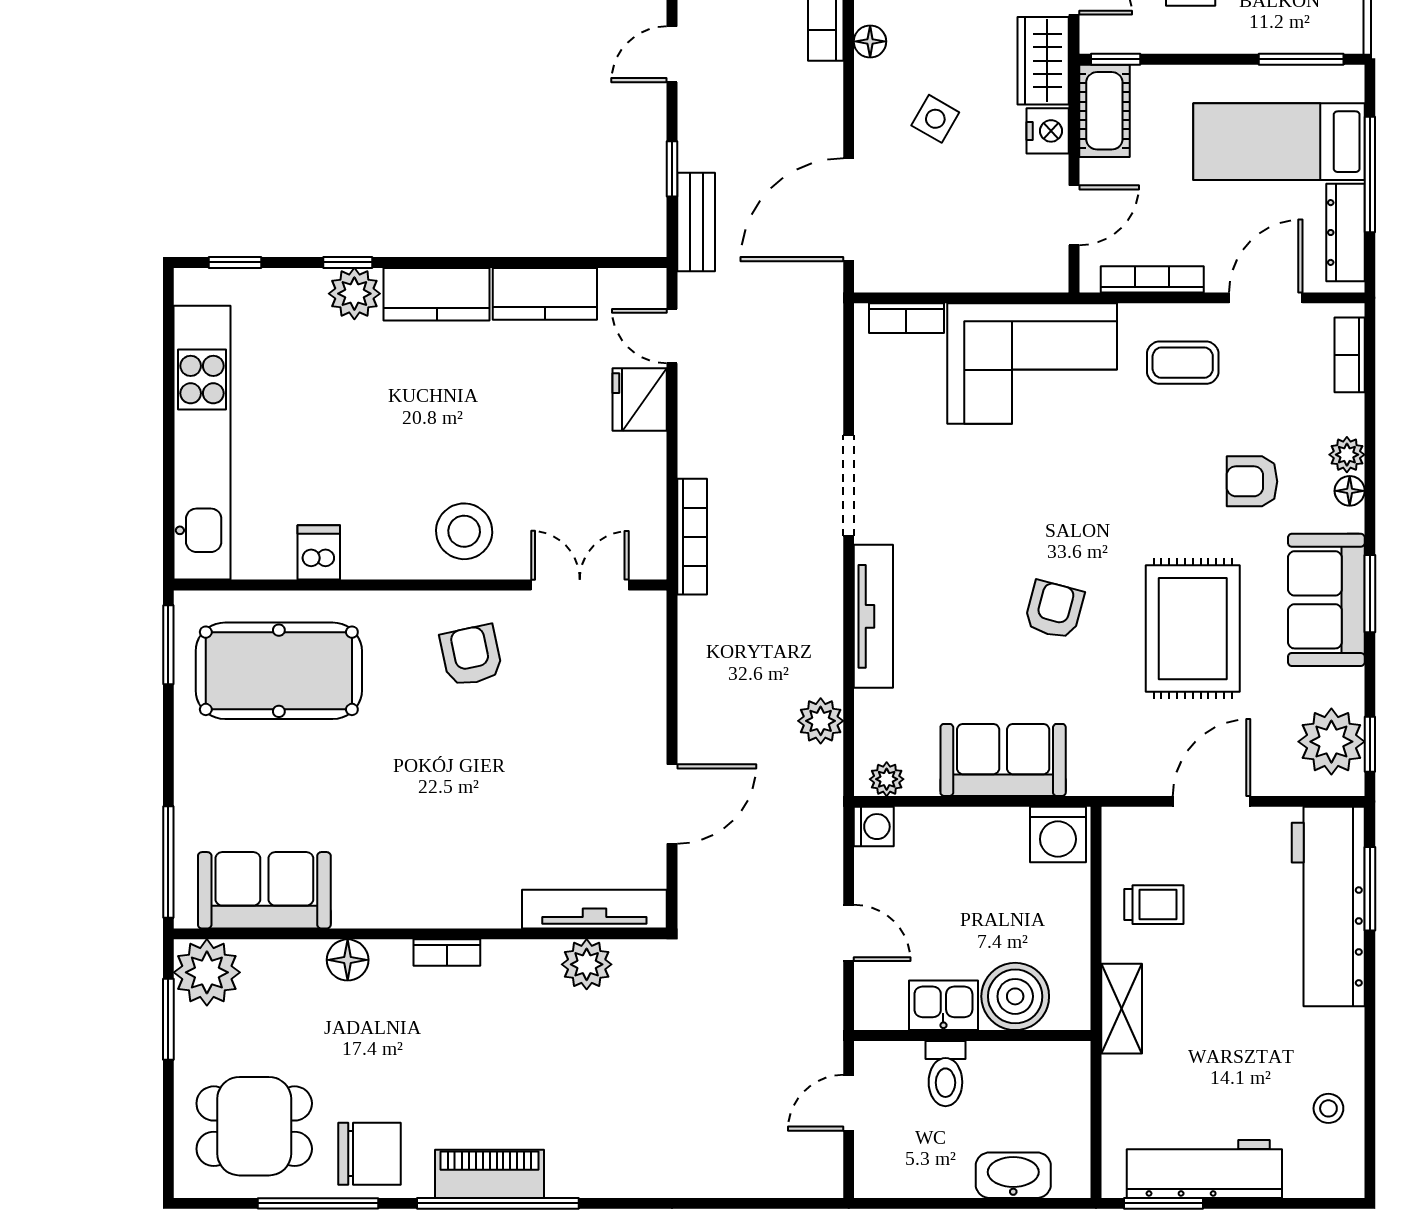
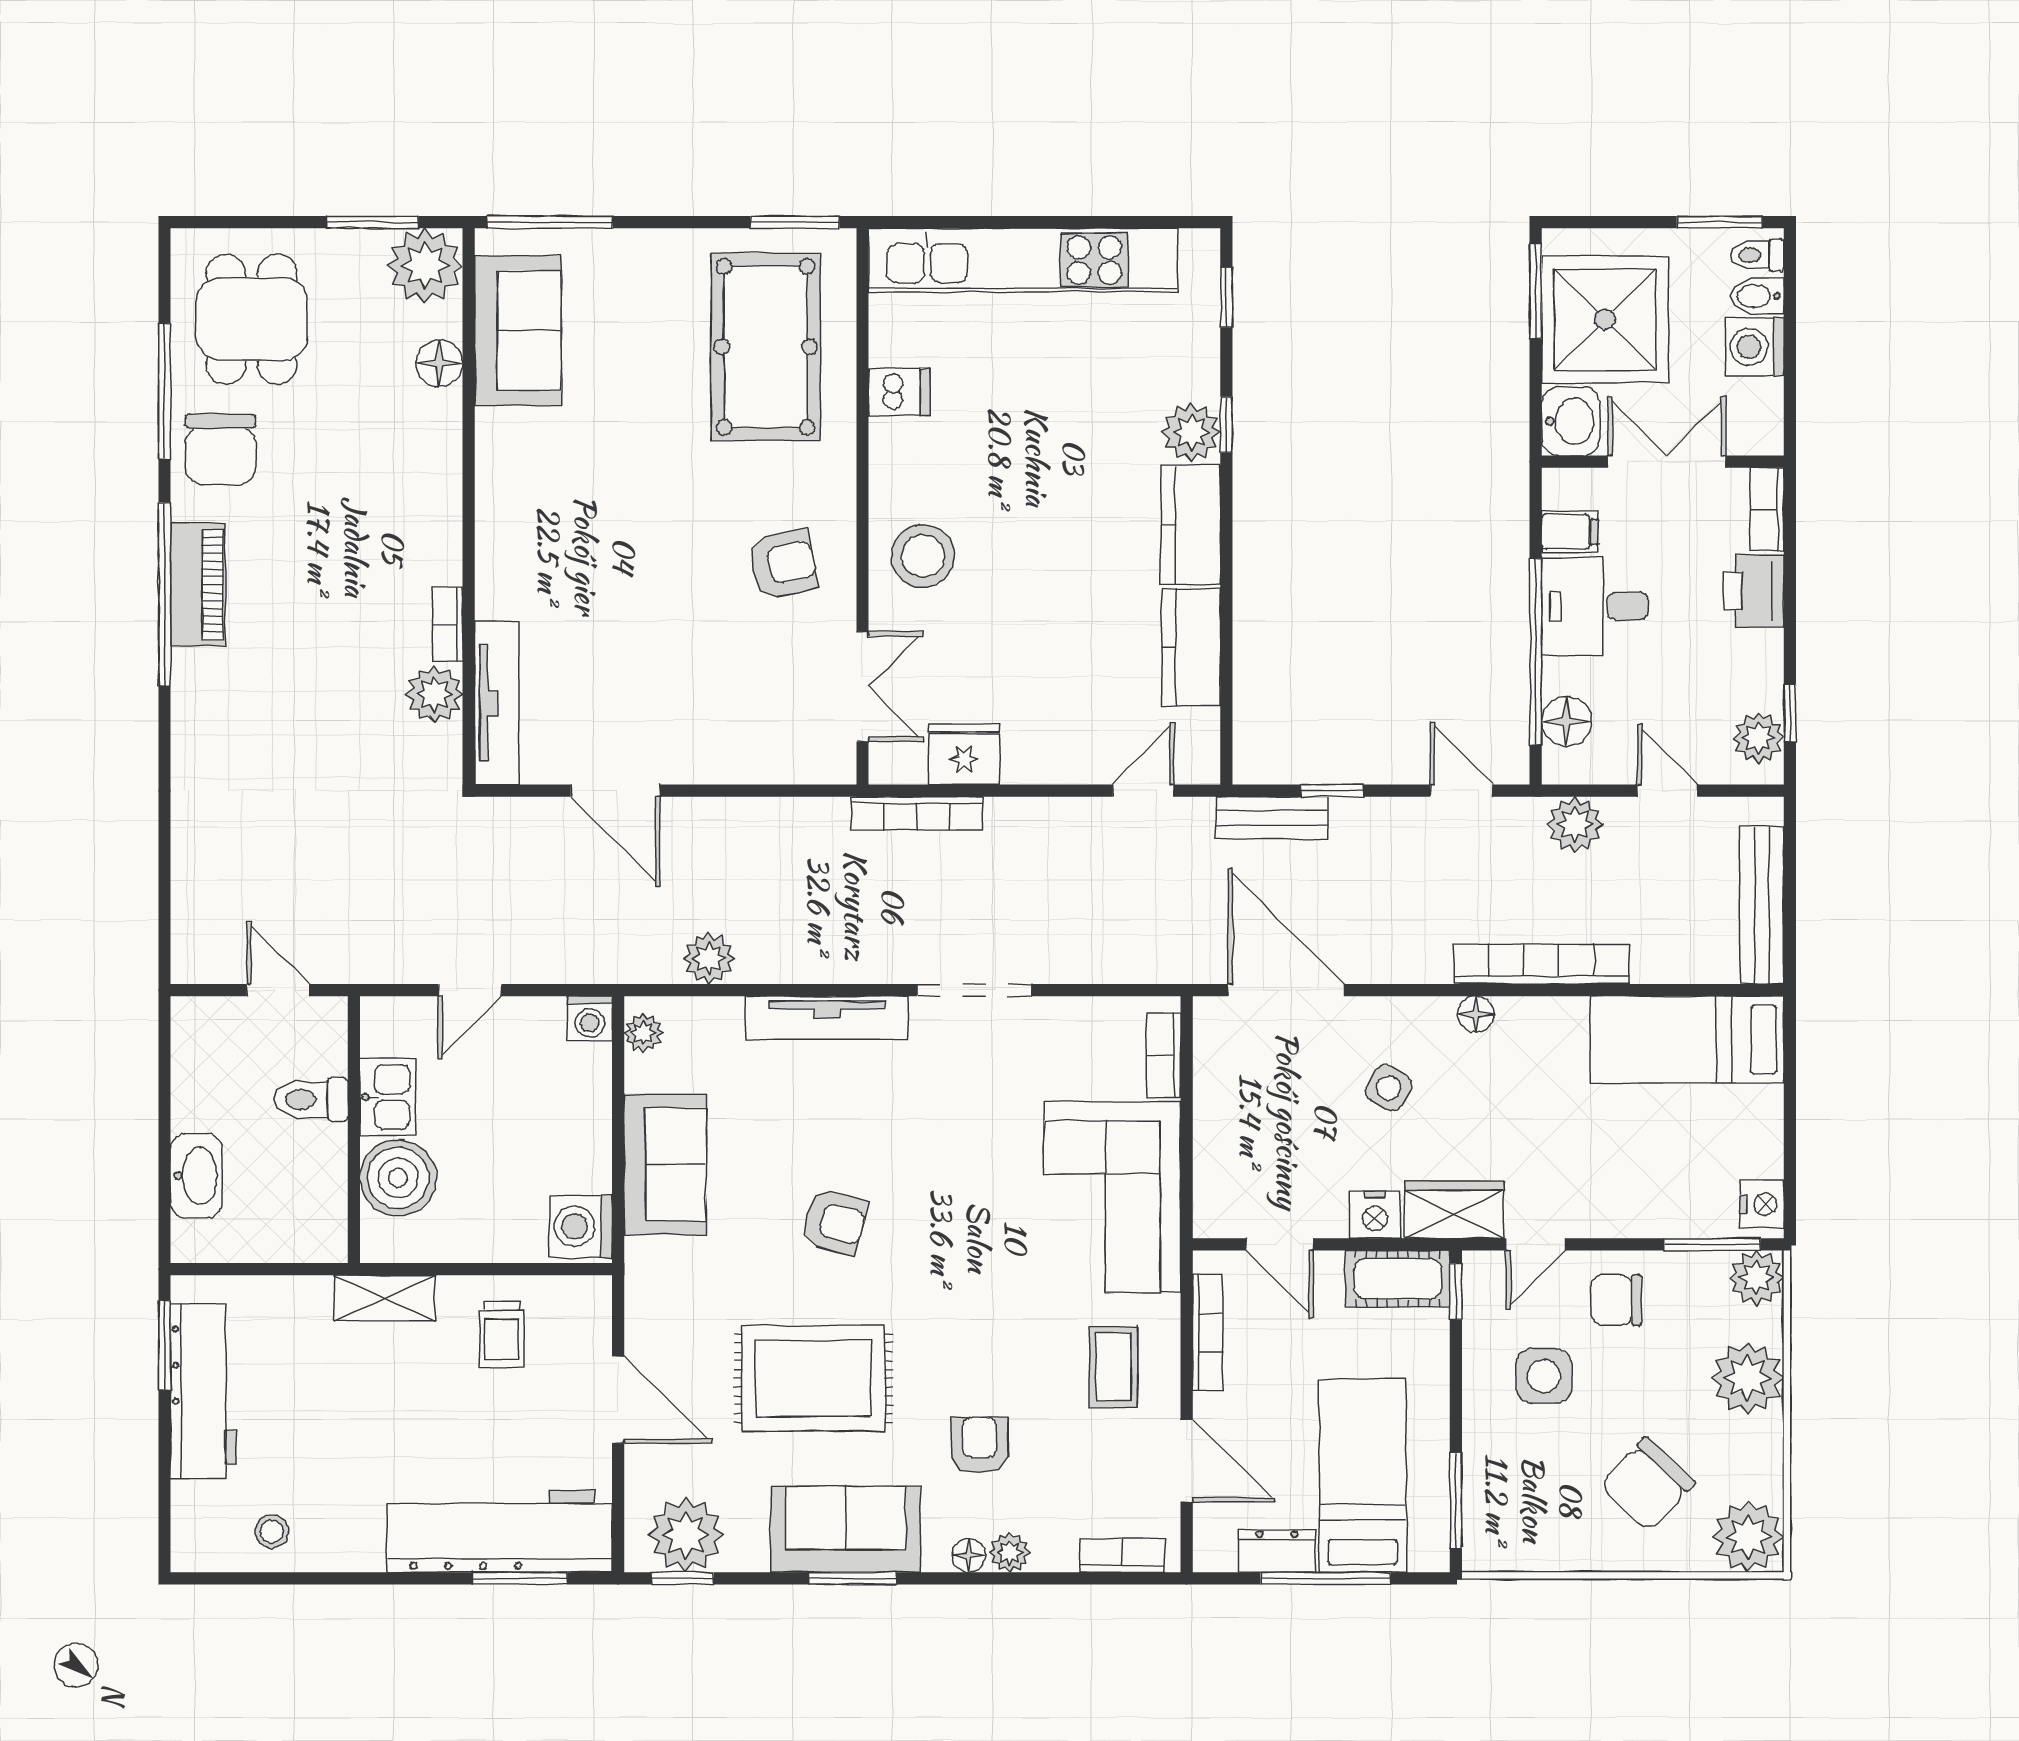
dresser: (1346, 233) -> (1277, 1551), width x0.70
fridge: (640, 400) -> (964, 754), moved
bookcase: (447, 953) -> (448, 624), moved
floor lamp: (348, 960) -> (439, 363), moved

